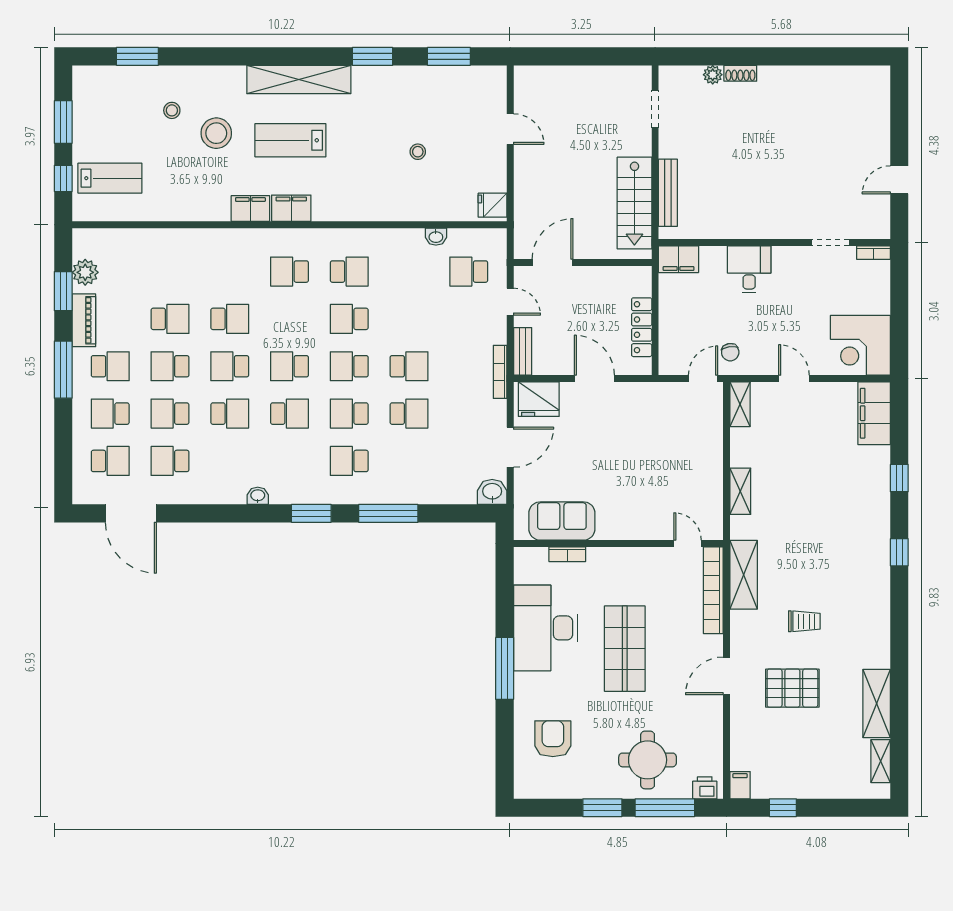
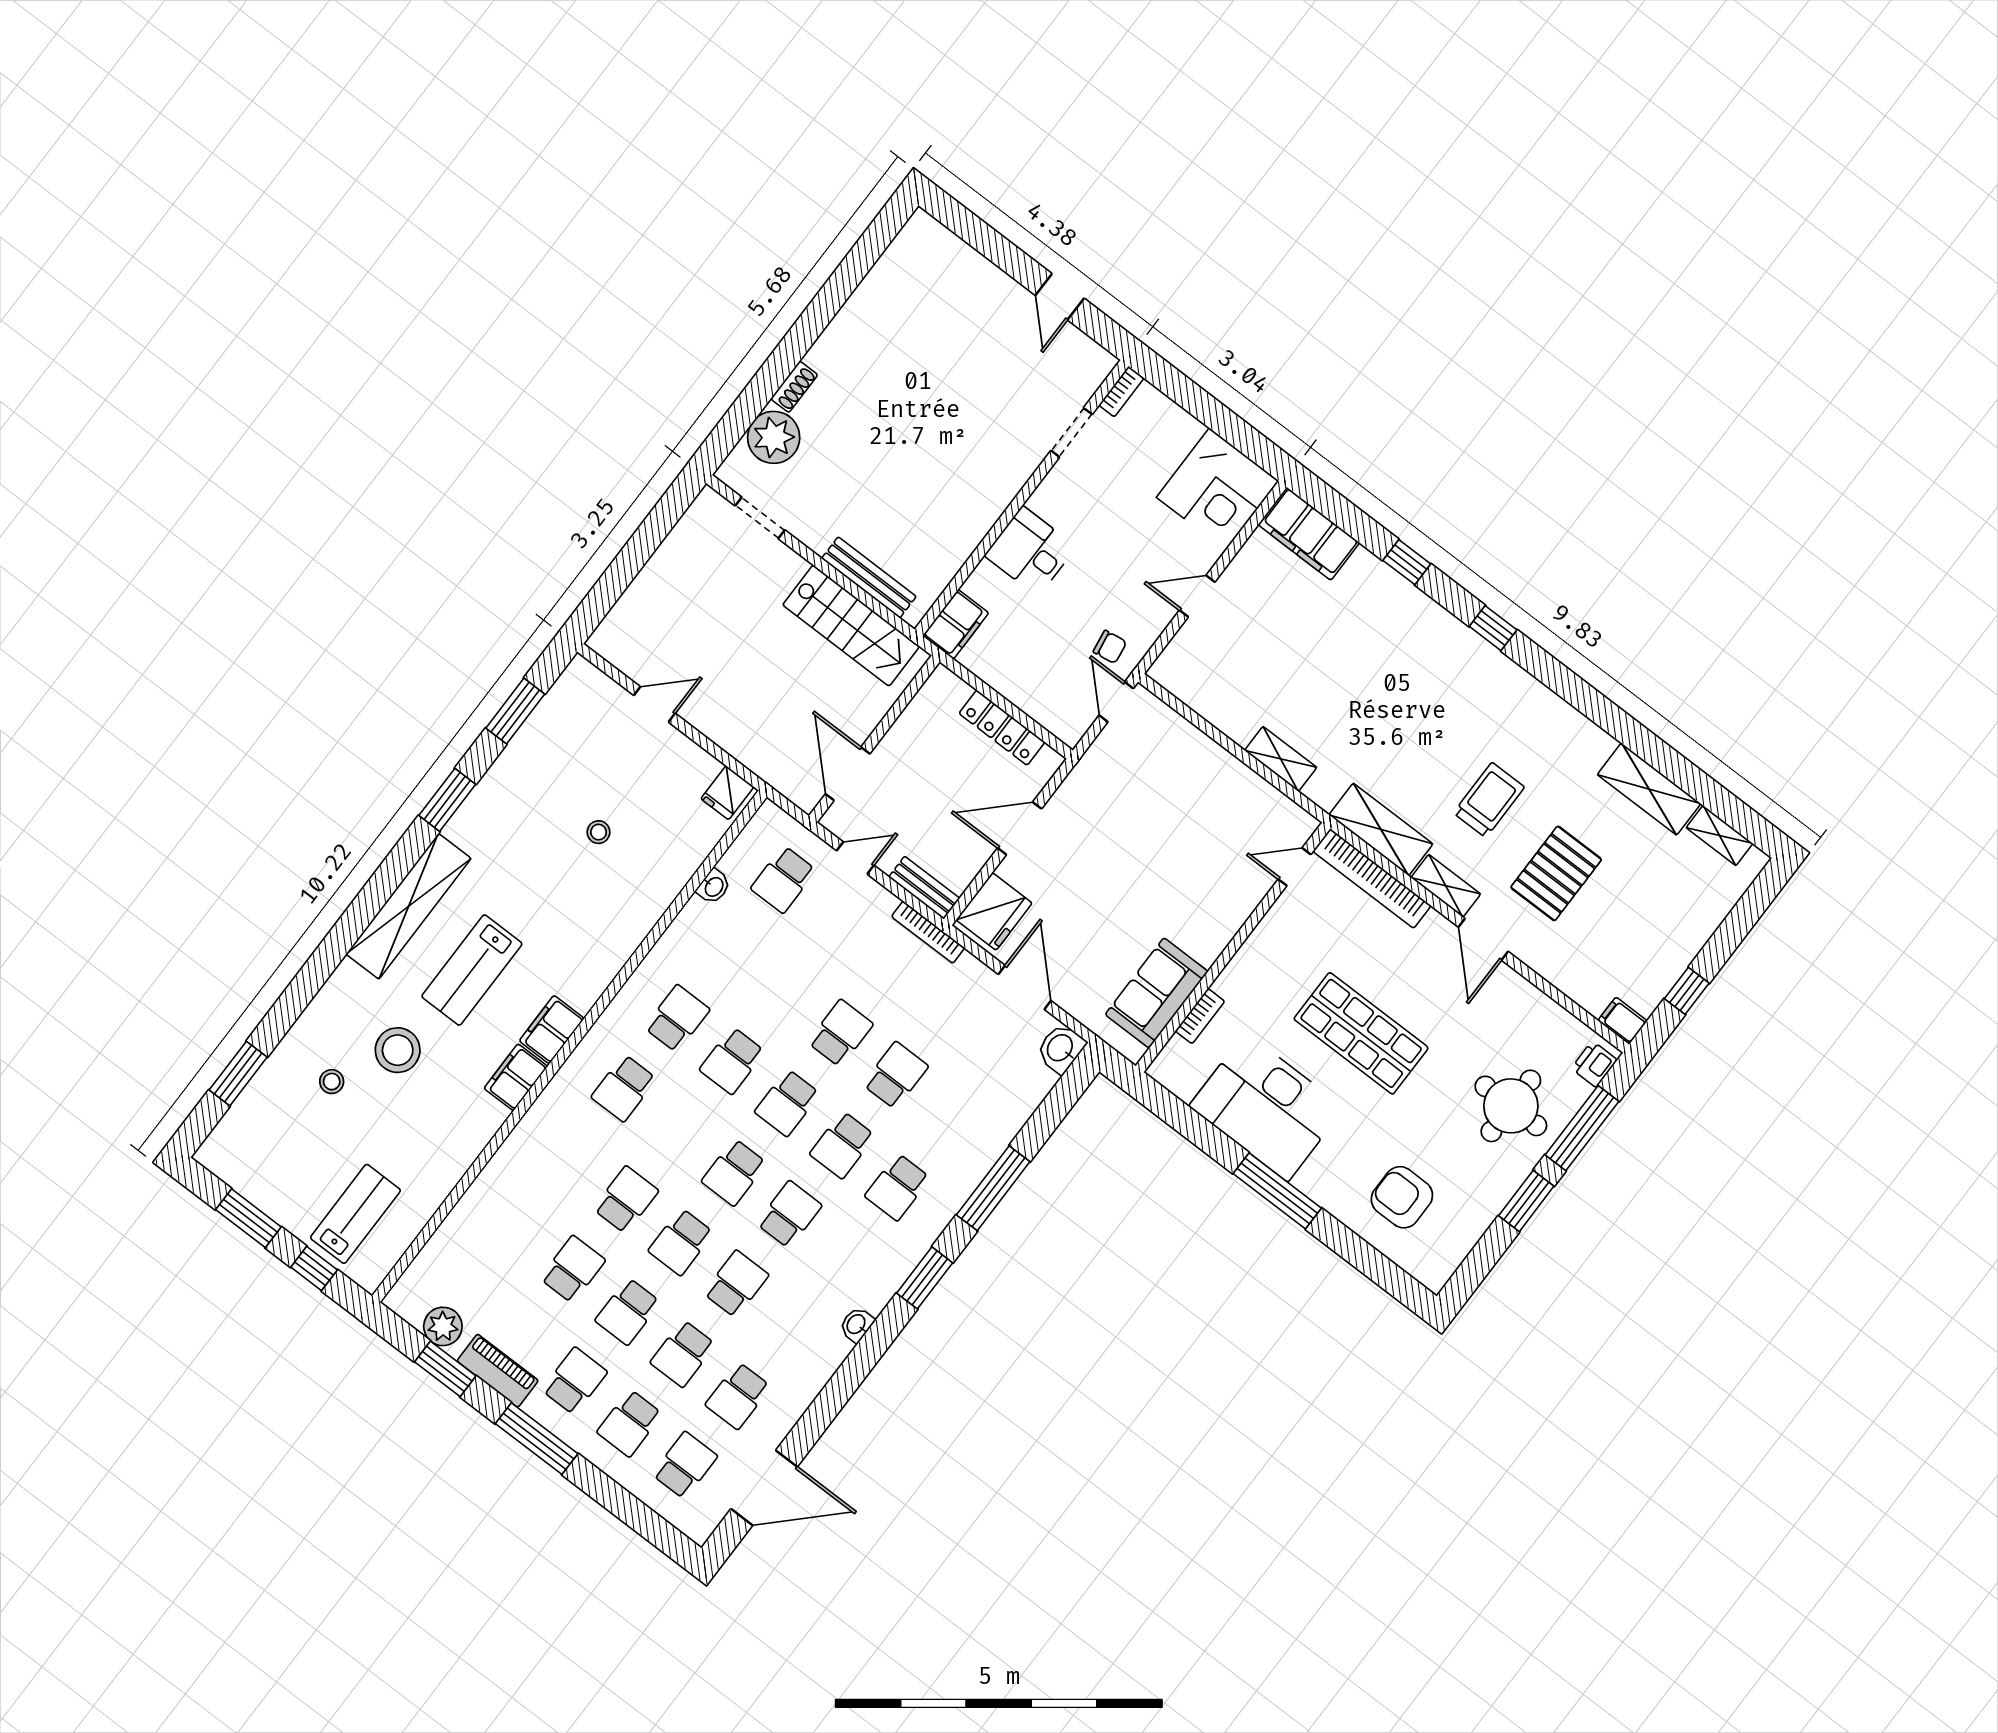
plant: (713, 75) -> (774, 437), width x1.87, depth x1.87
shelving: (740, 404) -> (1446, 886), moved
trolley: (804, 621) -> (1489, 800), width x1.36, depth x1.39

